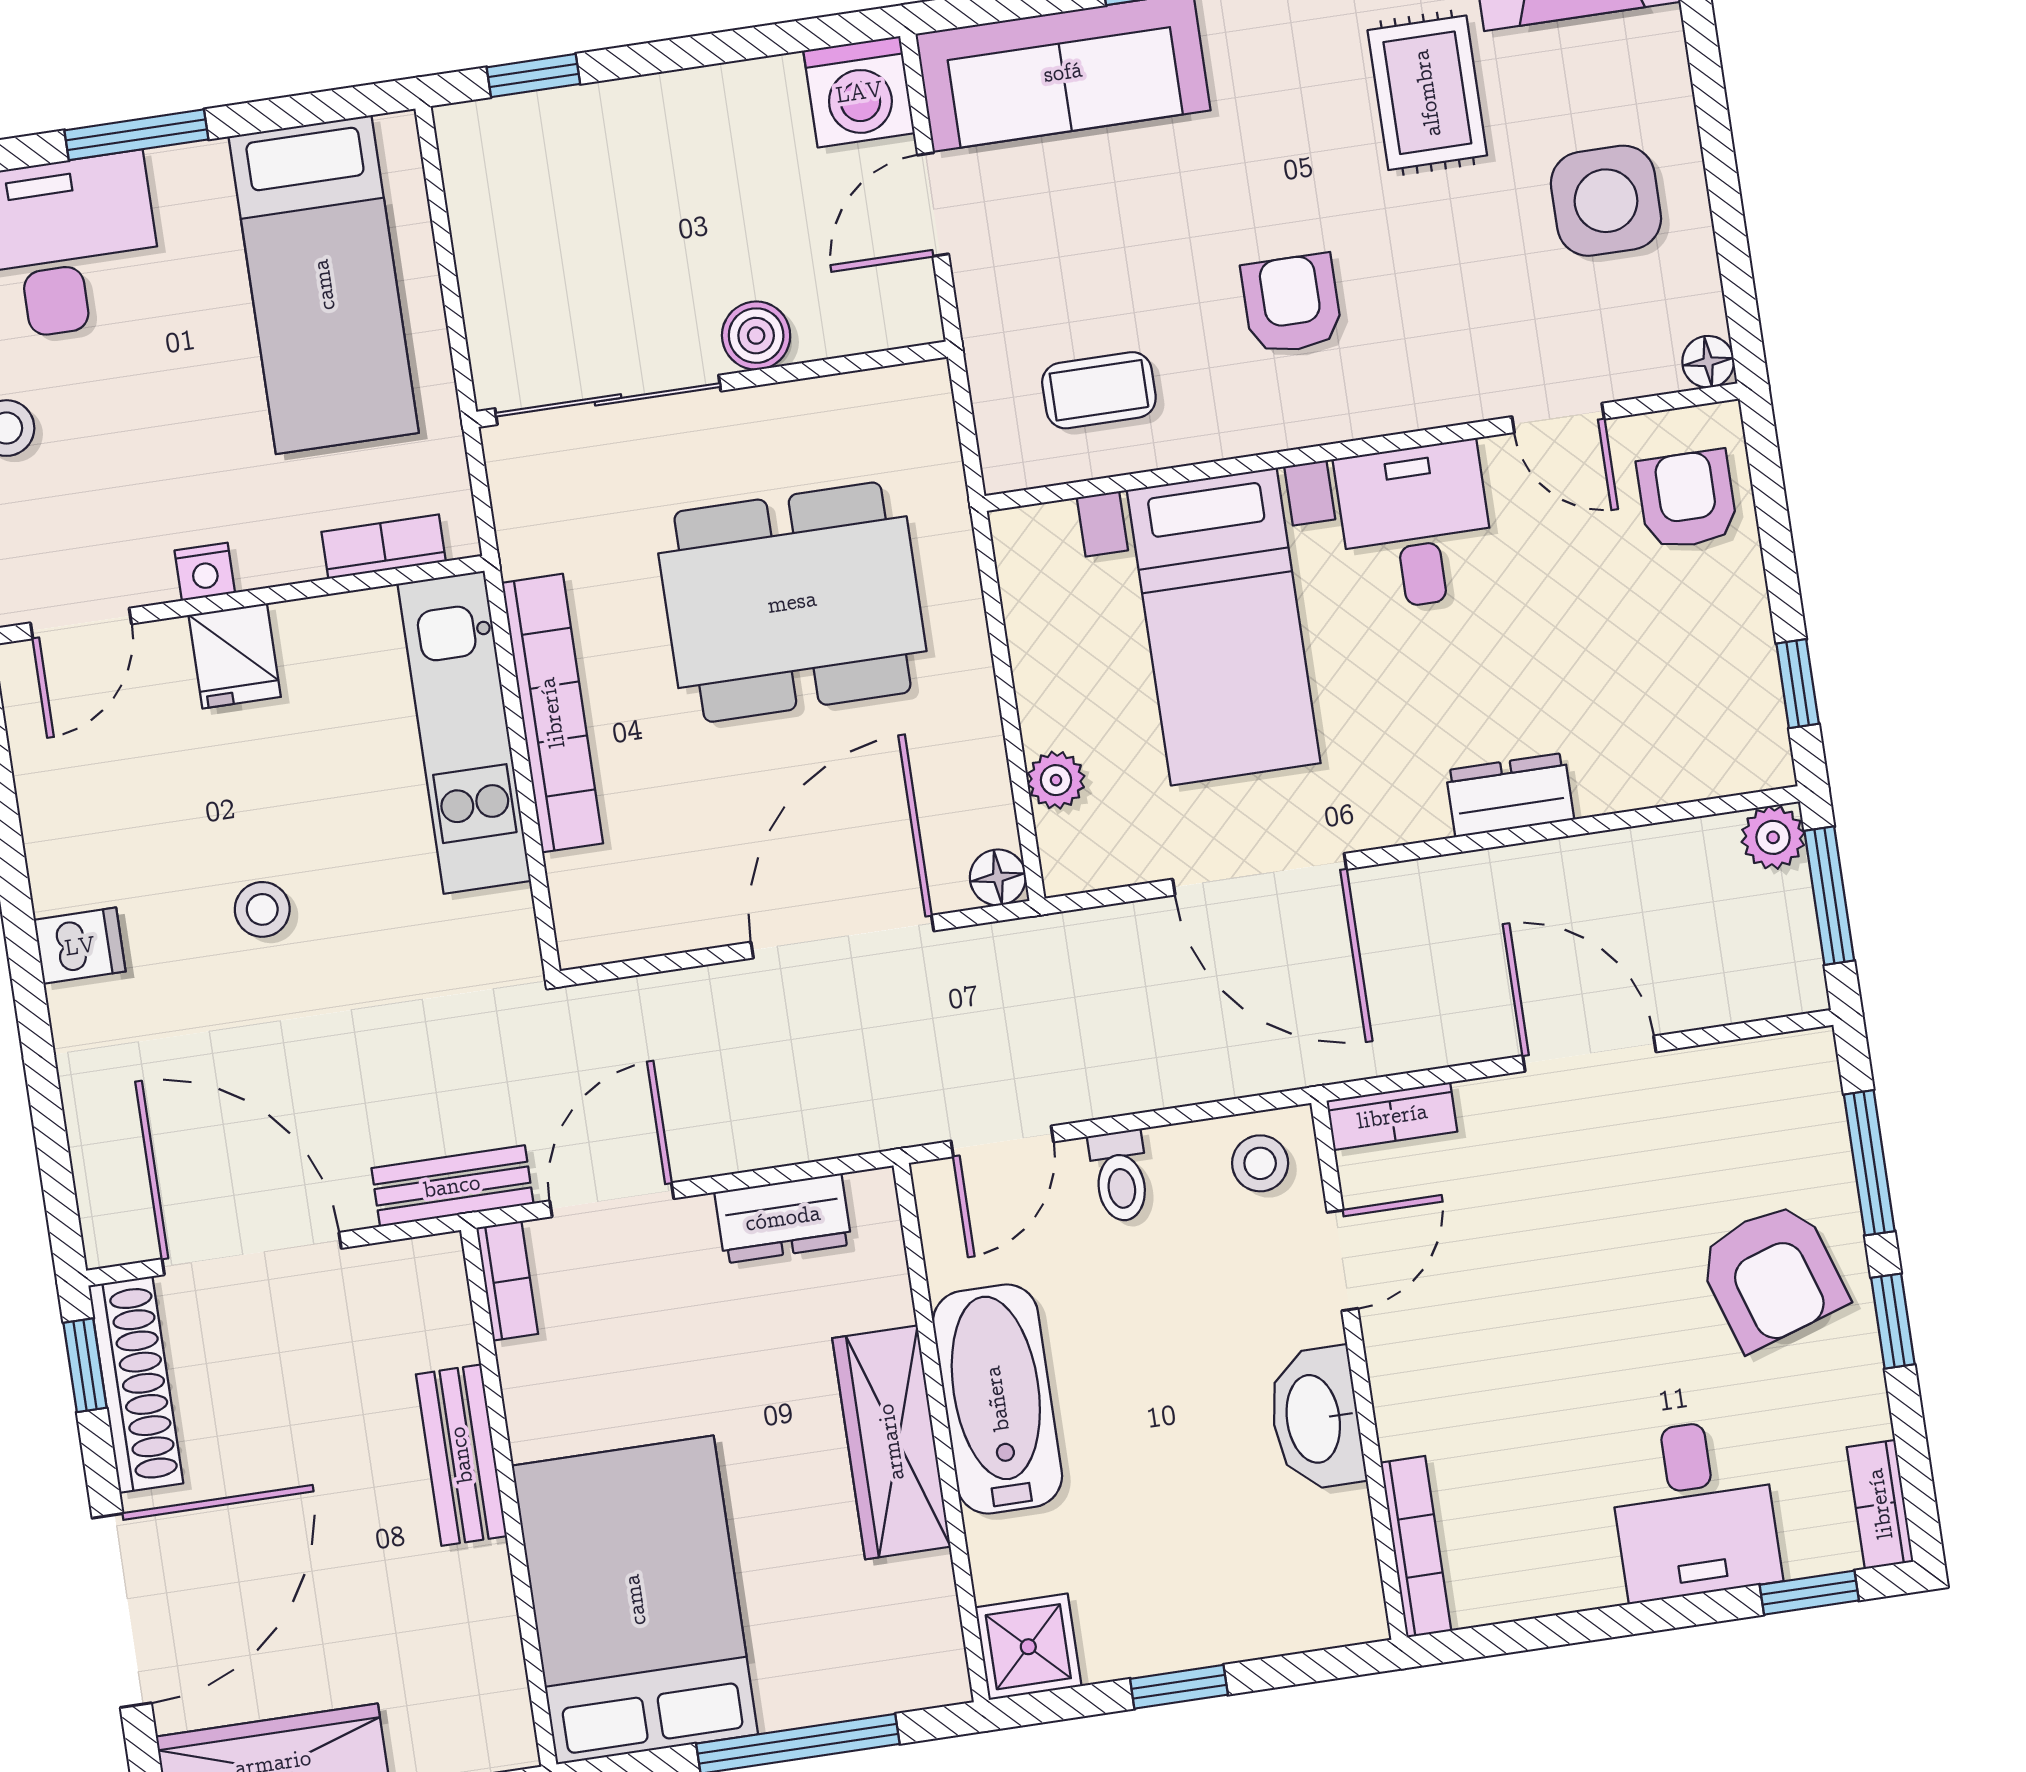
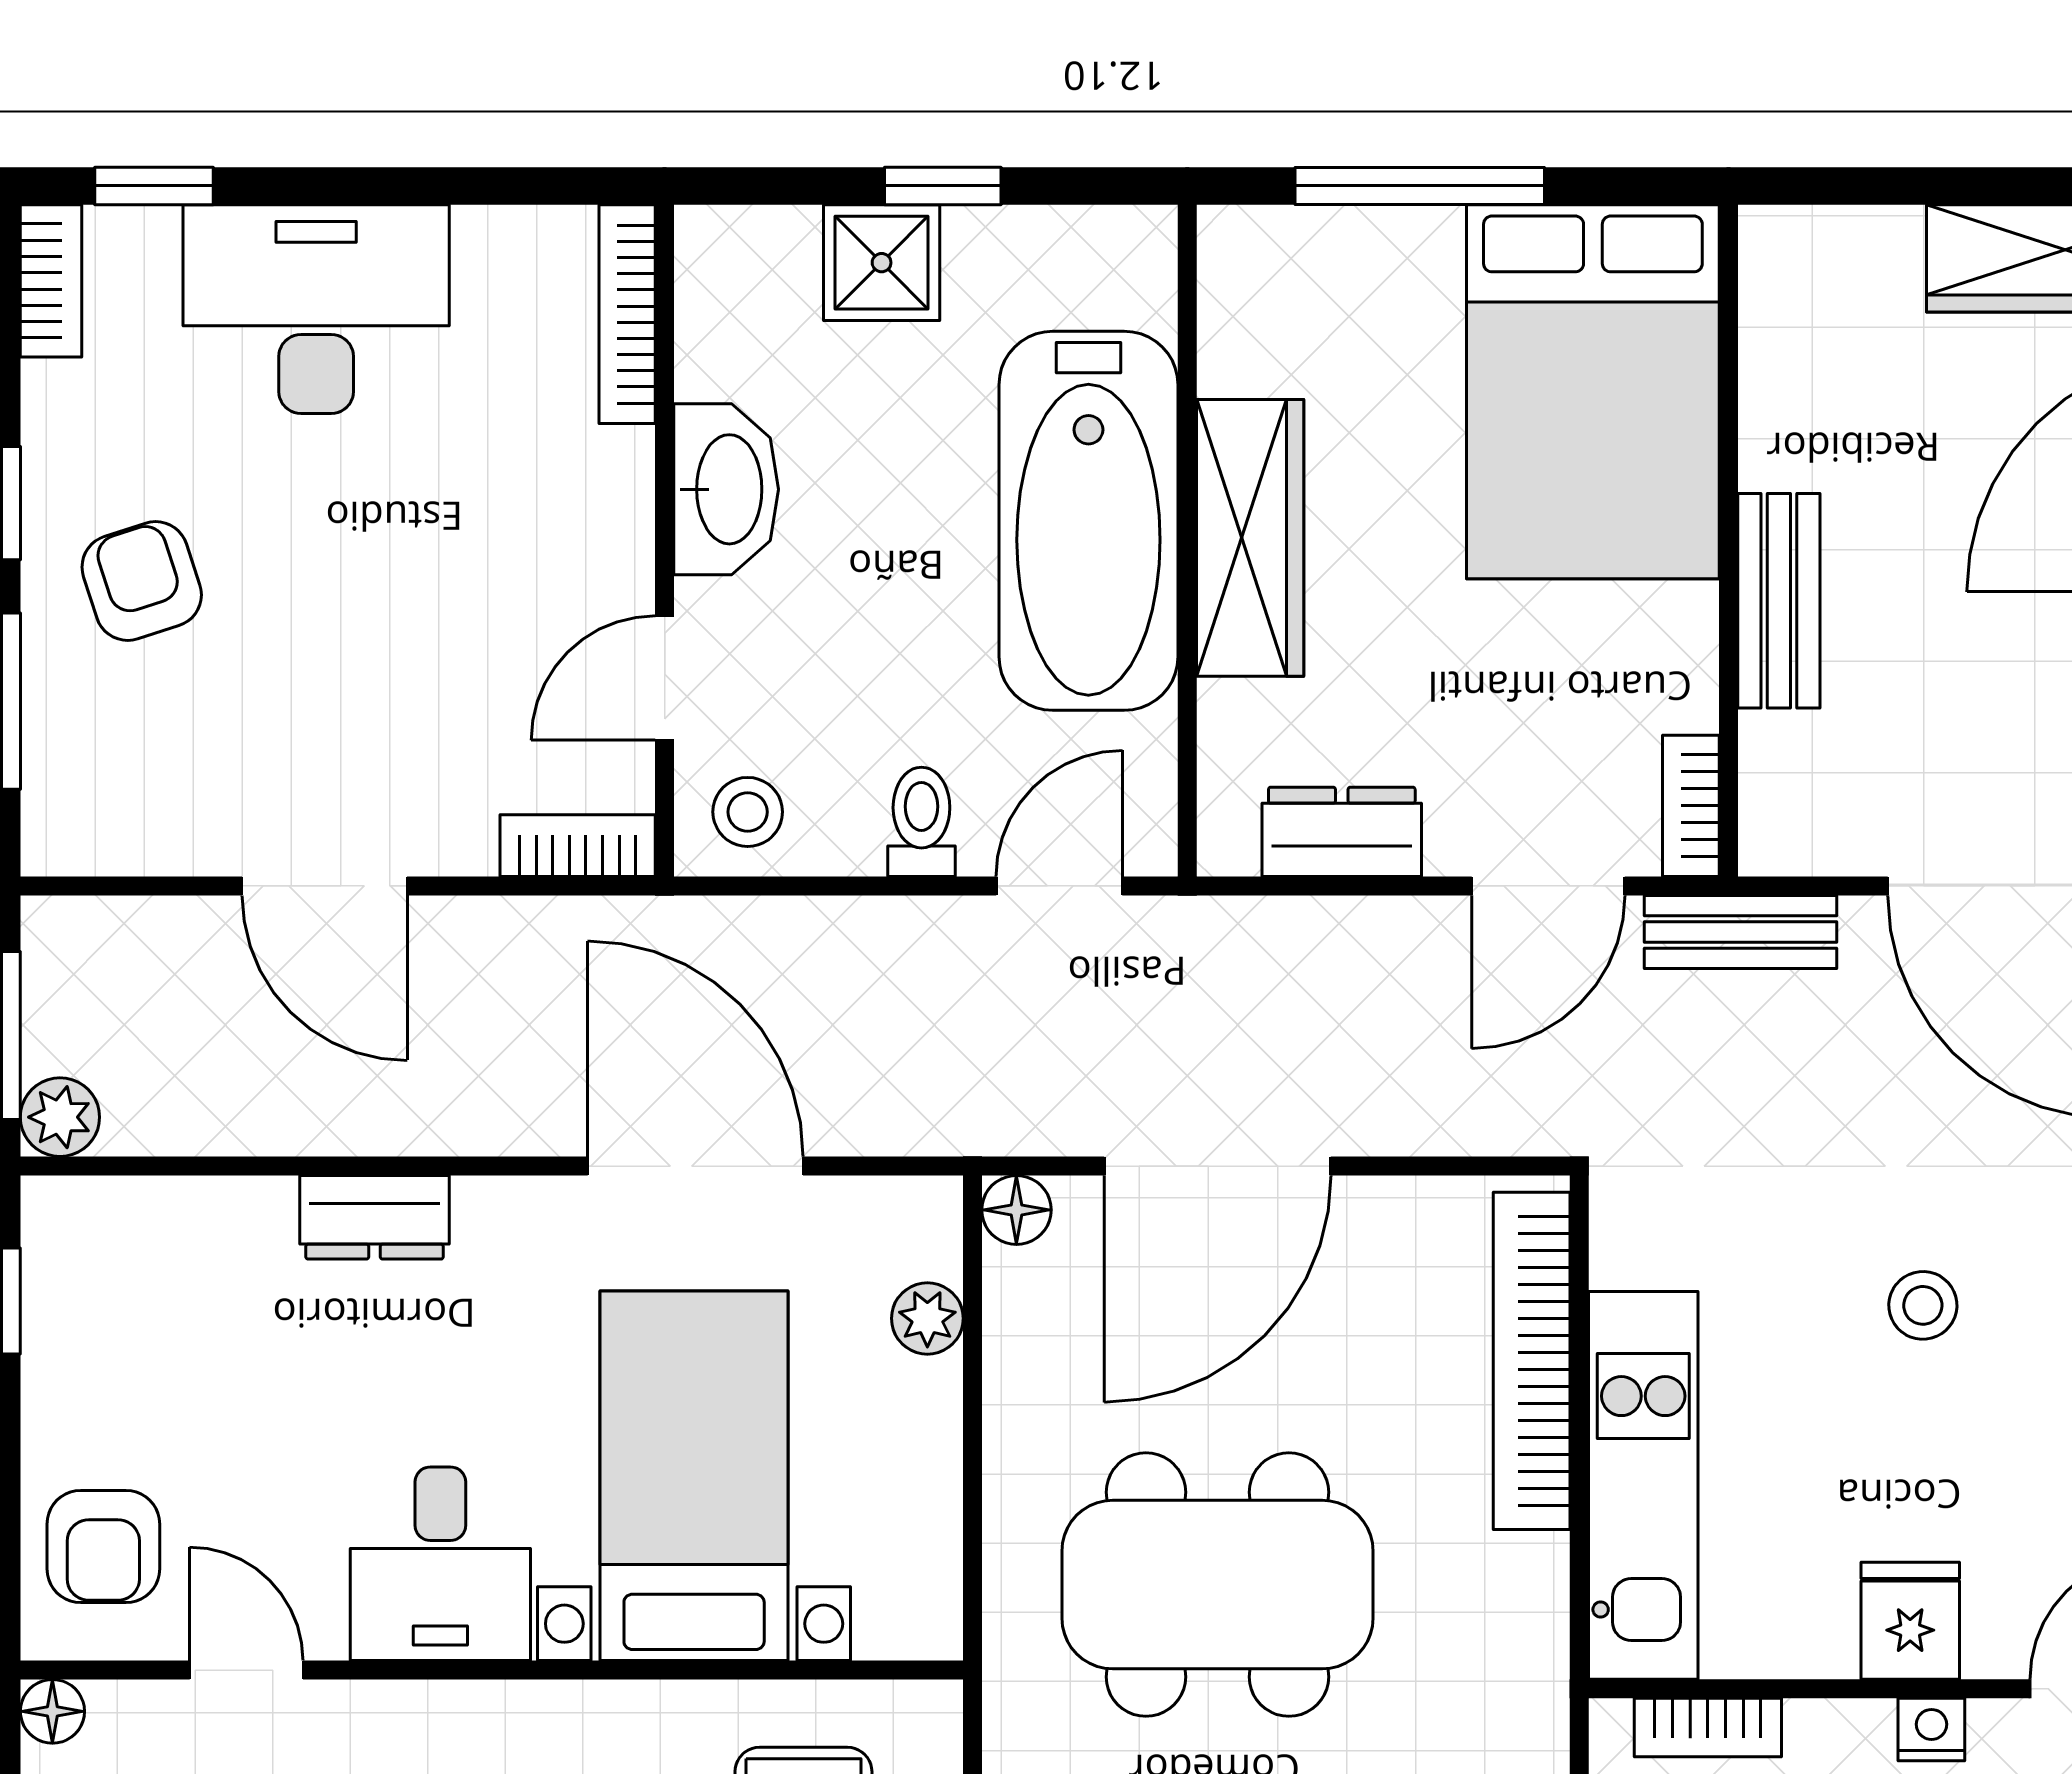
bookcase: (552, 713) -> (1532, 1361), moved
armchair: (1772, 1275) -> (142, 581), width x0.72, depth x0.72
bathtub: (997, 1399) -> (1088, 521), width x1.36, depth x1.36
desk: (1694, 1509) -> (316, 309), width x1.37
shower: (1028, 1647) -> (882, 263), moved

